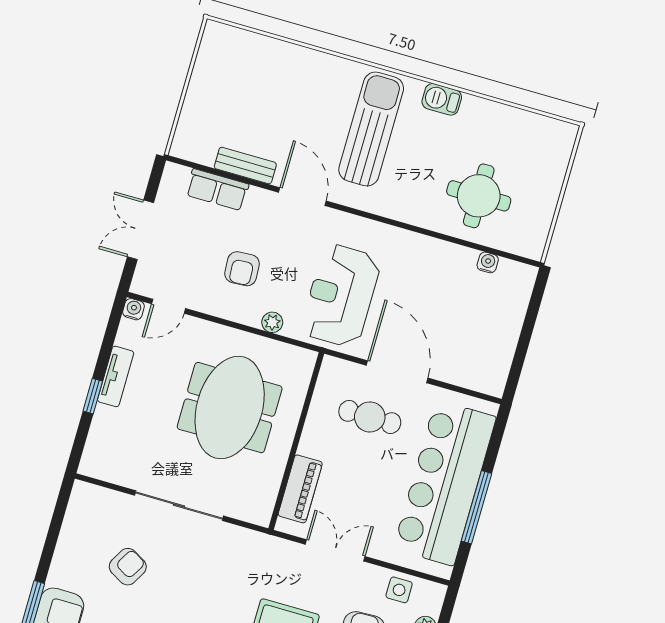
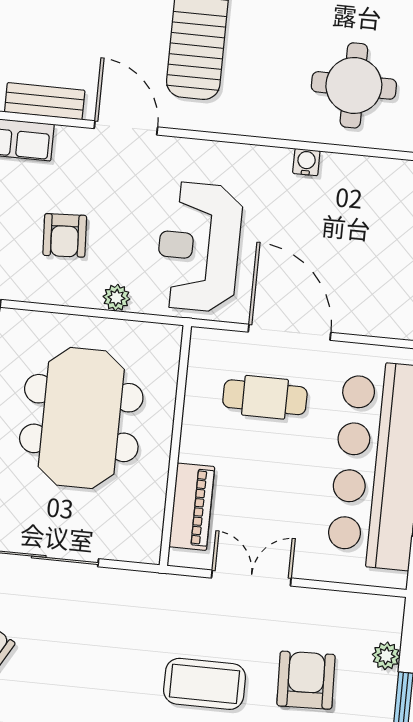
water cooler: (488, 262) -> (306, 162), moved
side table: (399, 590) -> (343, 614), removed

